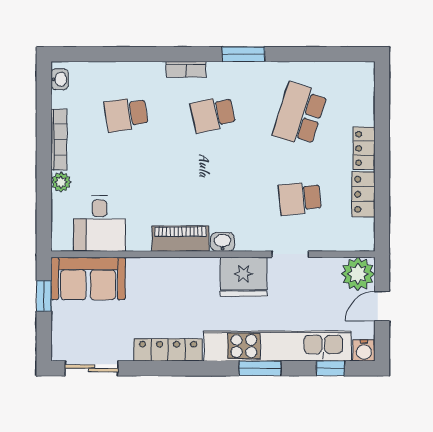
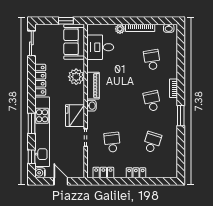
school desk: (300, 114) -> (152, 142), width x0.54
locker: (363, 194) -> (103, 173), moved
plant: (358, 274) -> (76, 77), moved

